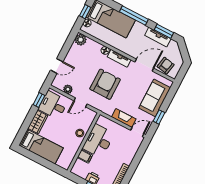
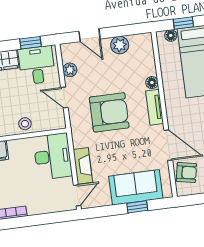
plant: (81, 40) -> (120, 45), moved
window: (159, 117) -> (137, 207), moved
door: (137, 132) -> (77, 195), hinge flipped
desk: (98, 141) -> (53, 156), moved, turned 90

